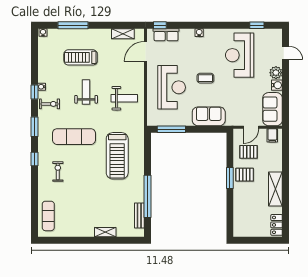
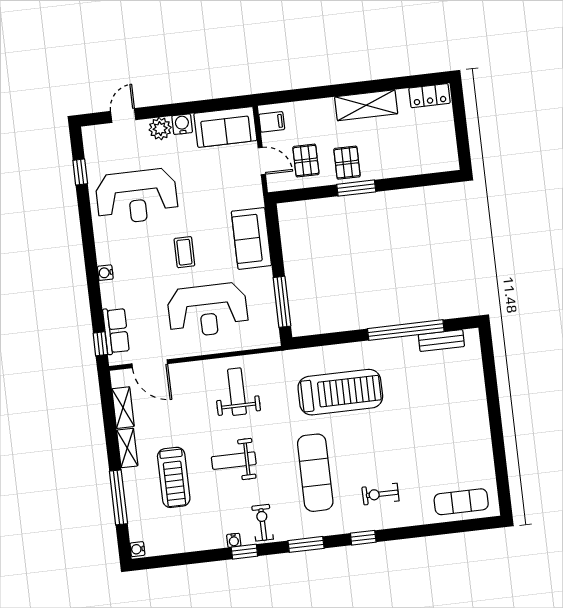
reception desk: (172, 87) -> (208, 310), turned 180
shelving: (105, 232) -> (127, 448), moved

